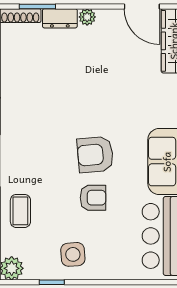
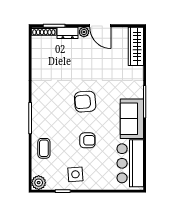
door: (142, 7) -> (100, 26), moved
armchair: (95, 155) -> (85, 102), moved

